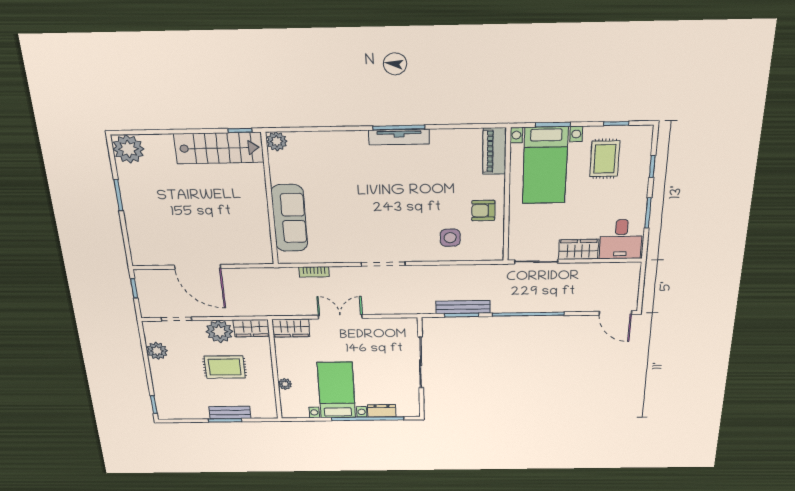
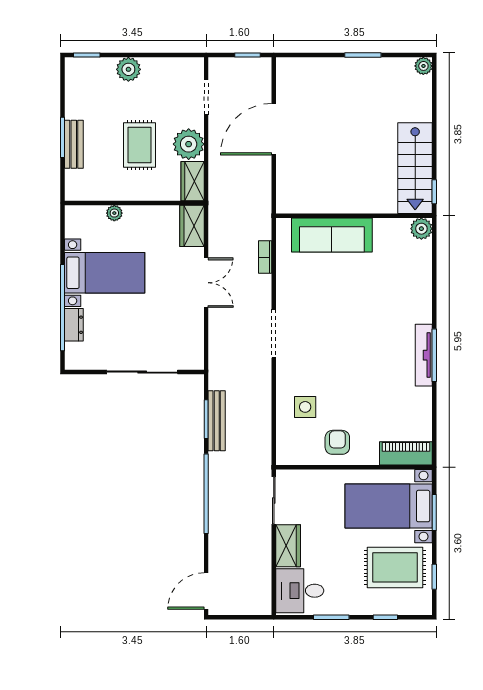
plant: (128, 149) -> (423, 66), width x0.53, depth x0.53
rug: (605, 159) -> (395, 567), width x1.36, depth x1.43
plant: (157, 351) -> (128, 69), moved

